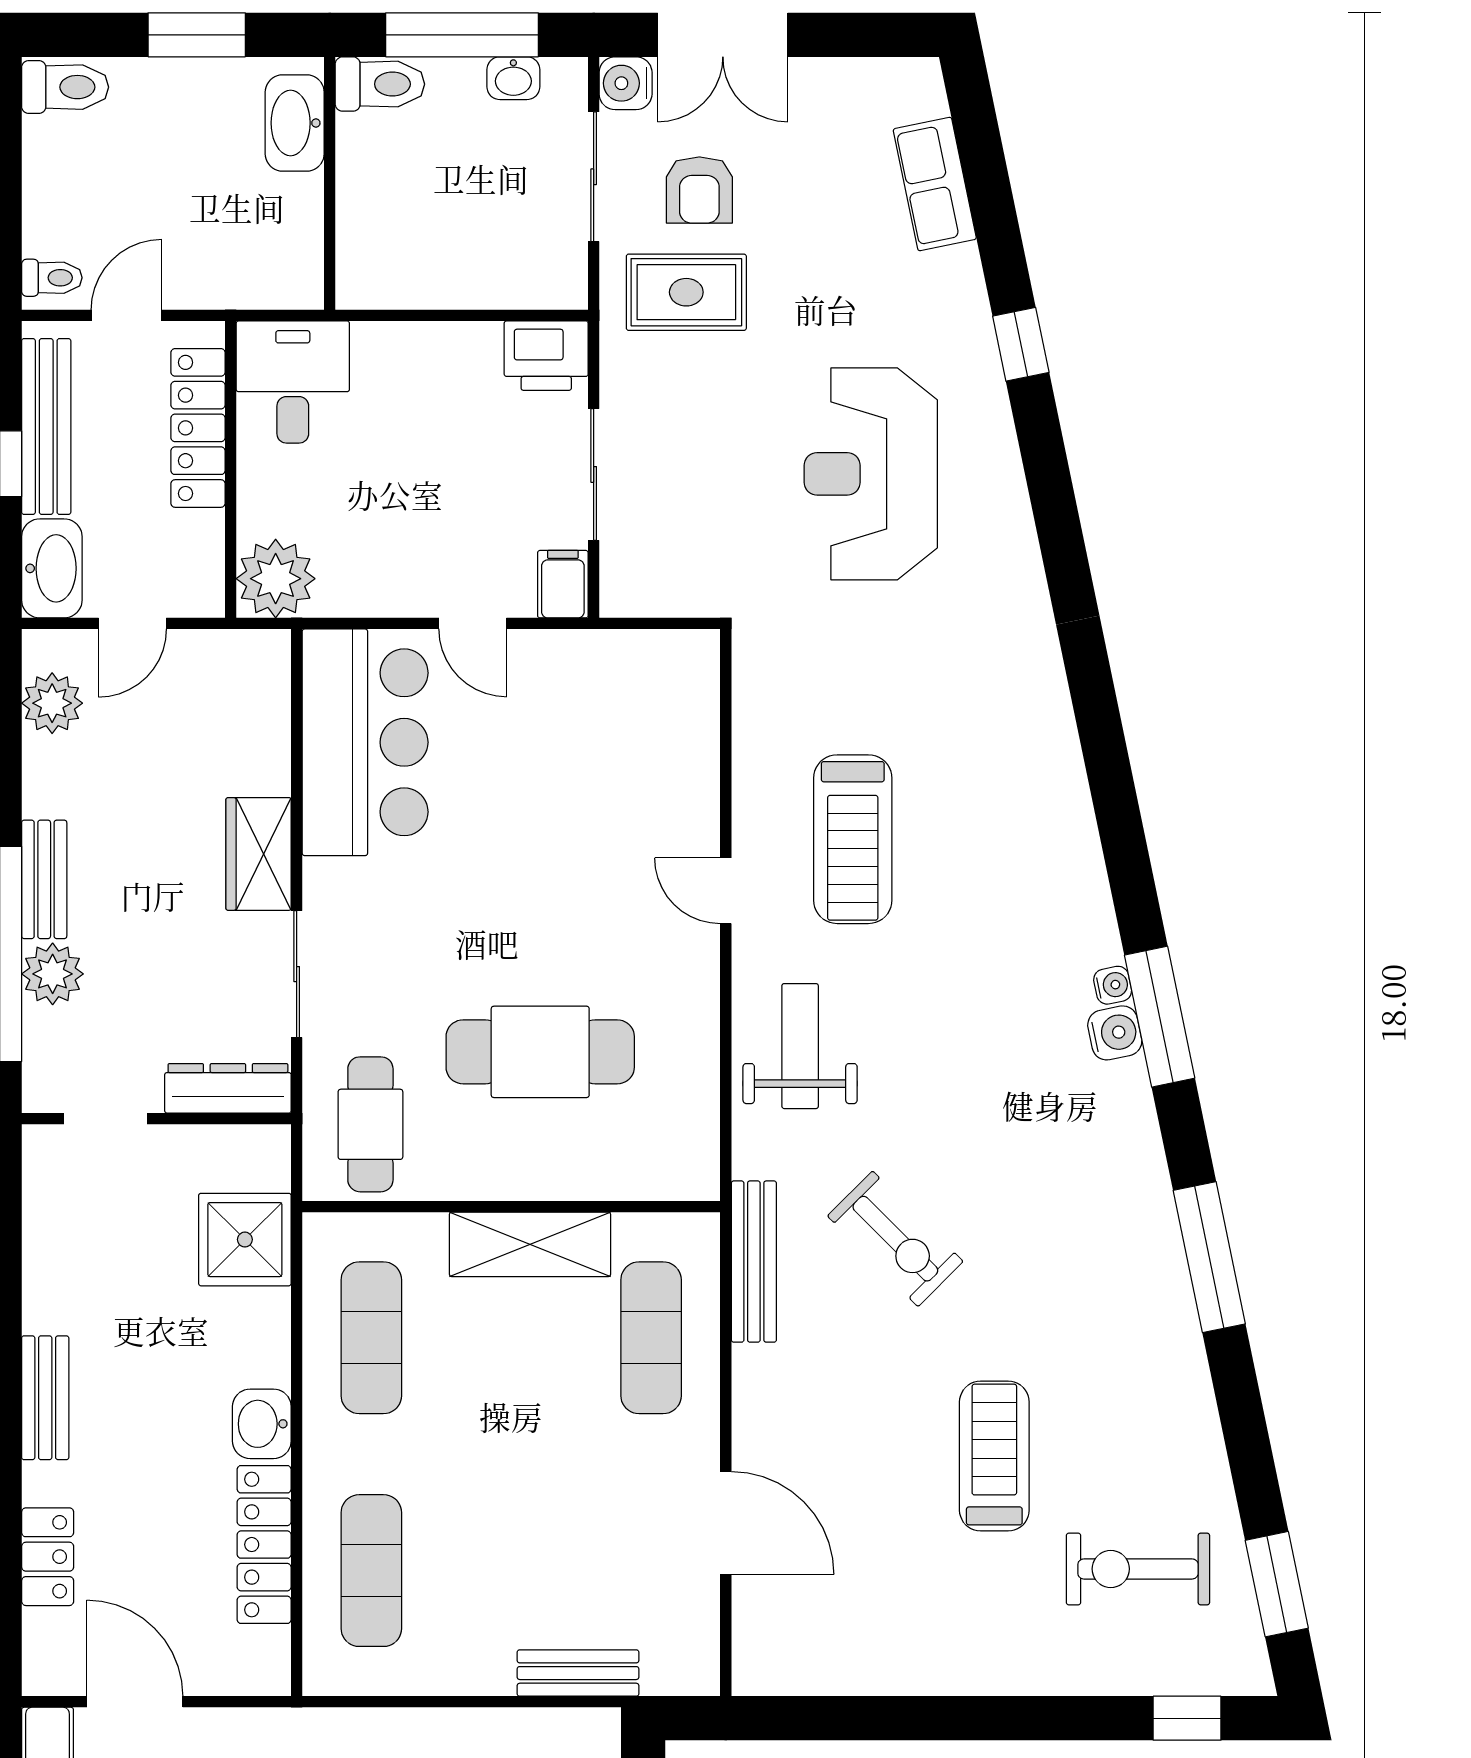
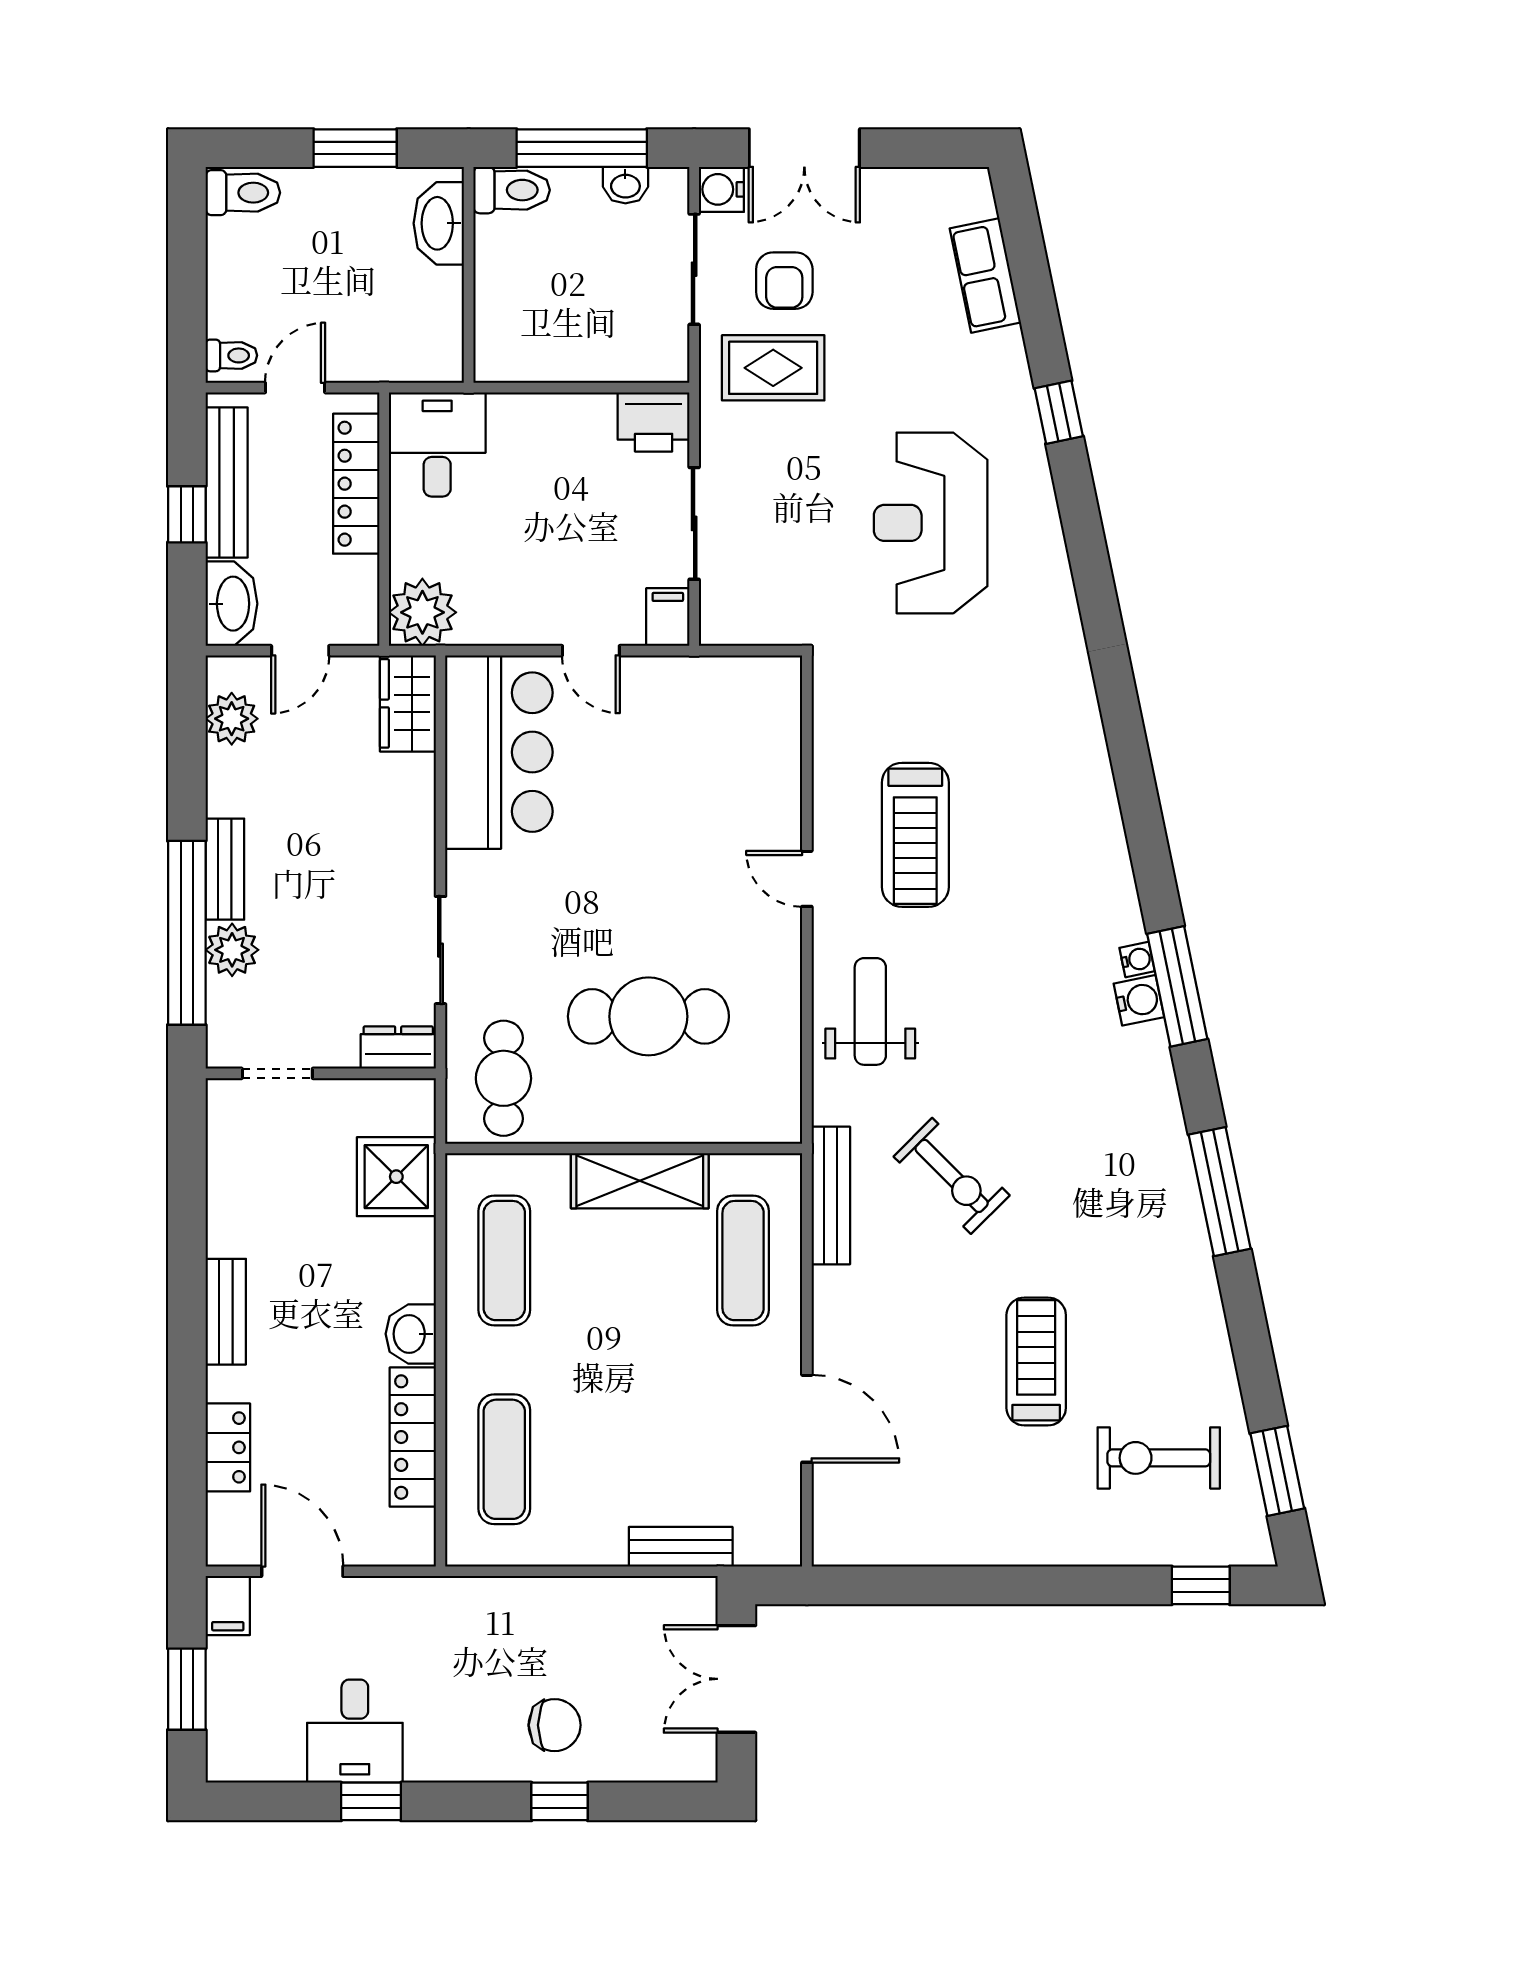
wardrobe: (258, 854) -> (408, 703), moved
dresser: (228, 1088) -> (398, 1048), width x0.70

